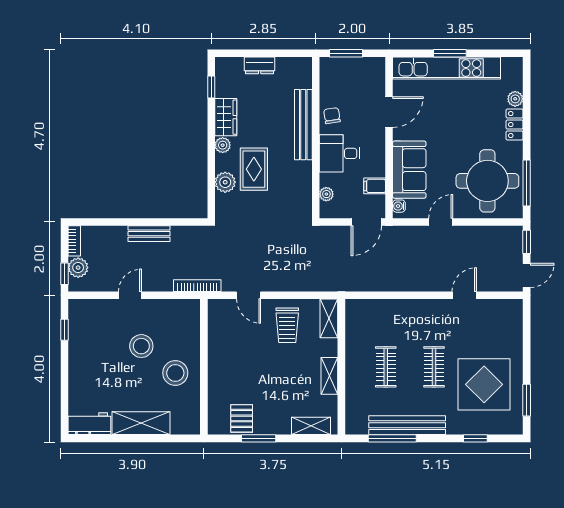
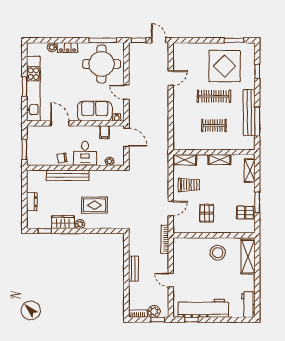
plant: (225, 182) -> (102, 222), removed
door: (464, 295) -> (171, 78), swing flipped
stool: (141, 346) -> (201, 273), removed
workbench: (83, 349) -> (203, 308), added
pallet: (241, 355) -> (207, 213), added
clothes rail: (434, 367) -> (214, 96), width x1.36
shelving: (141, 423) -> (248, 257), moved

